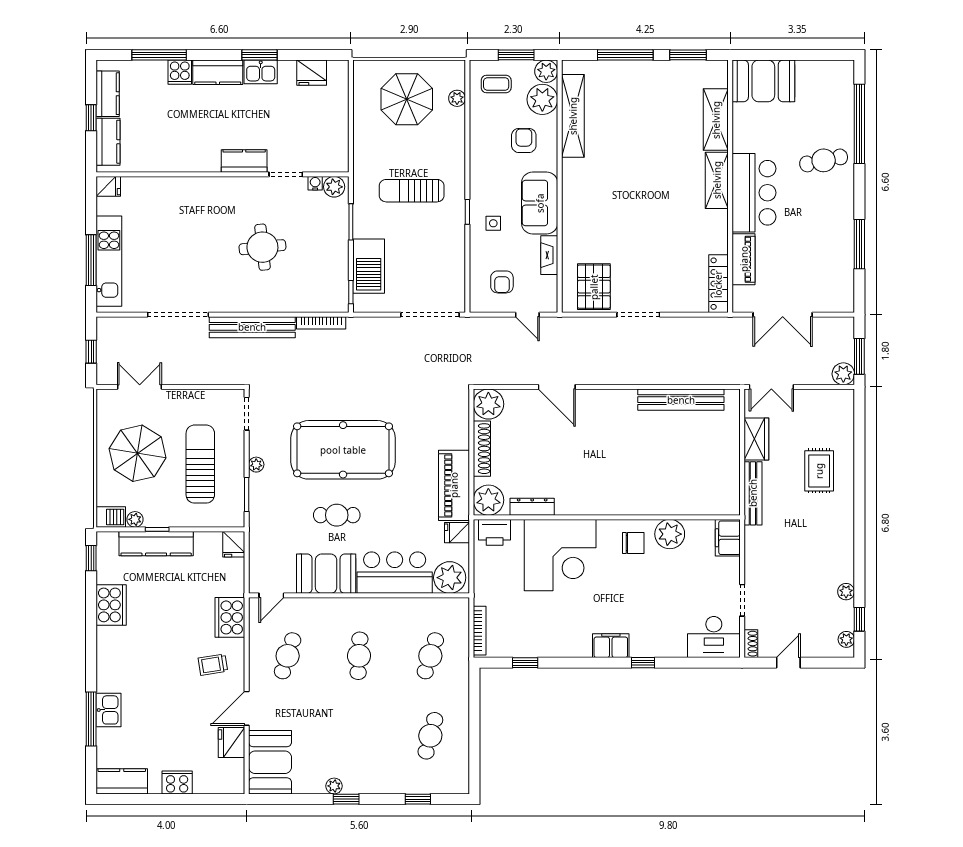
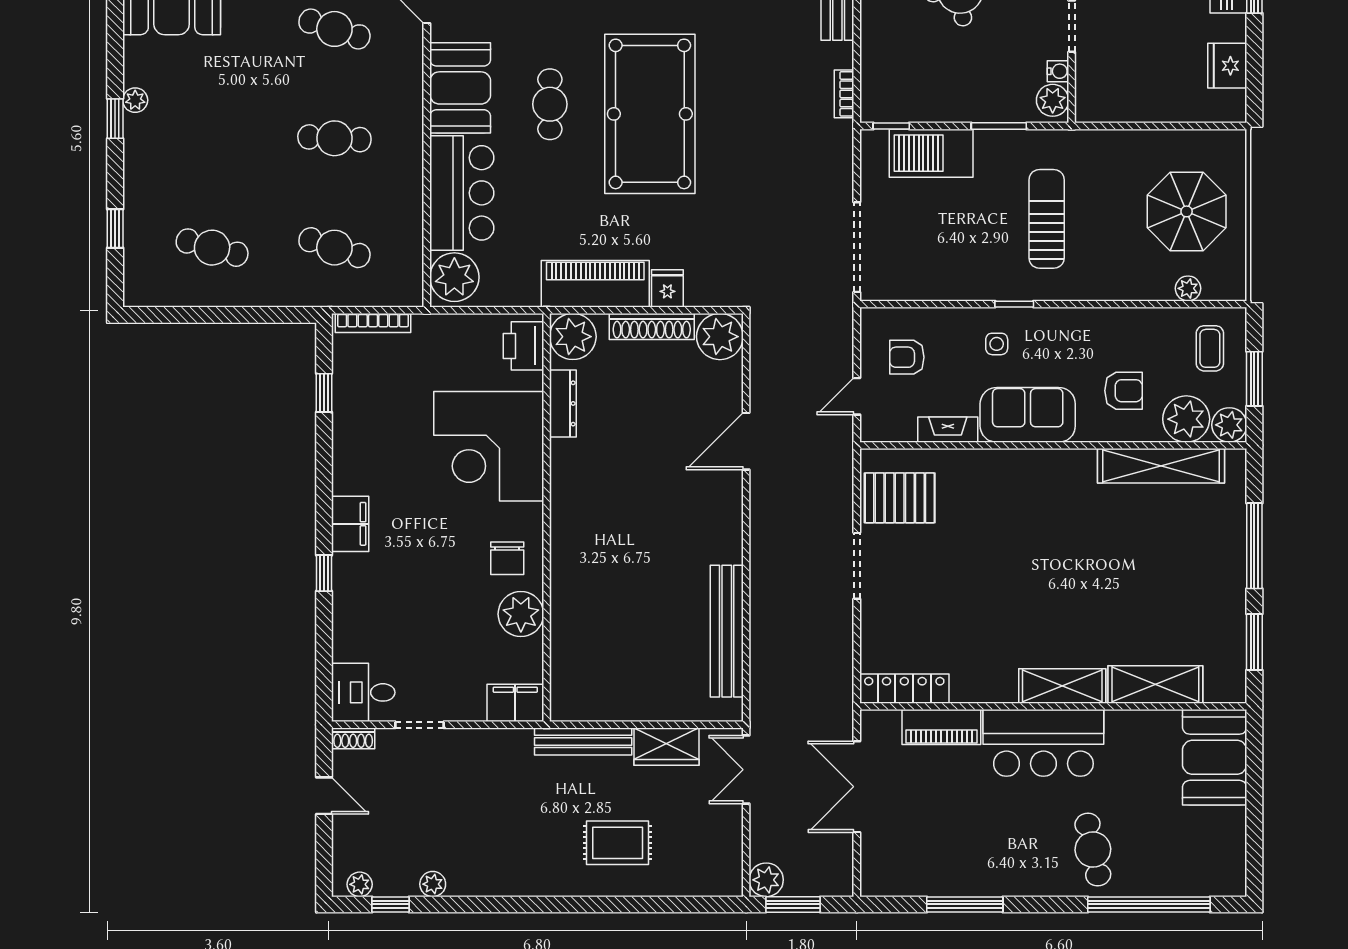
bookcase: (321, 323) -> (844, 94), width x0.64
fridge: (457, 533) -> (667, 288), moved
desk: (714, 637) -> (363, 692), width x0.73

